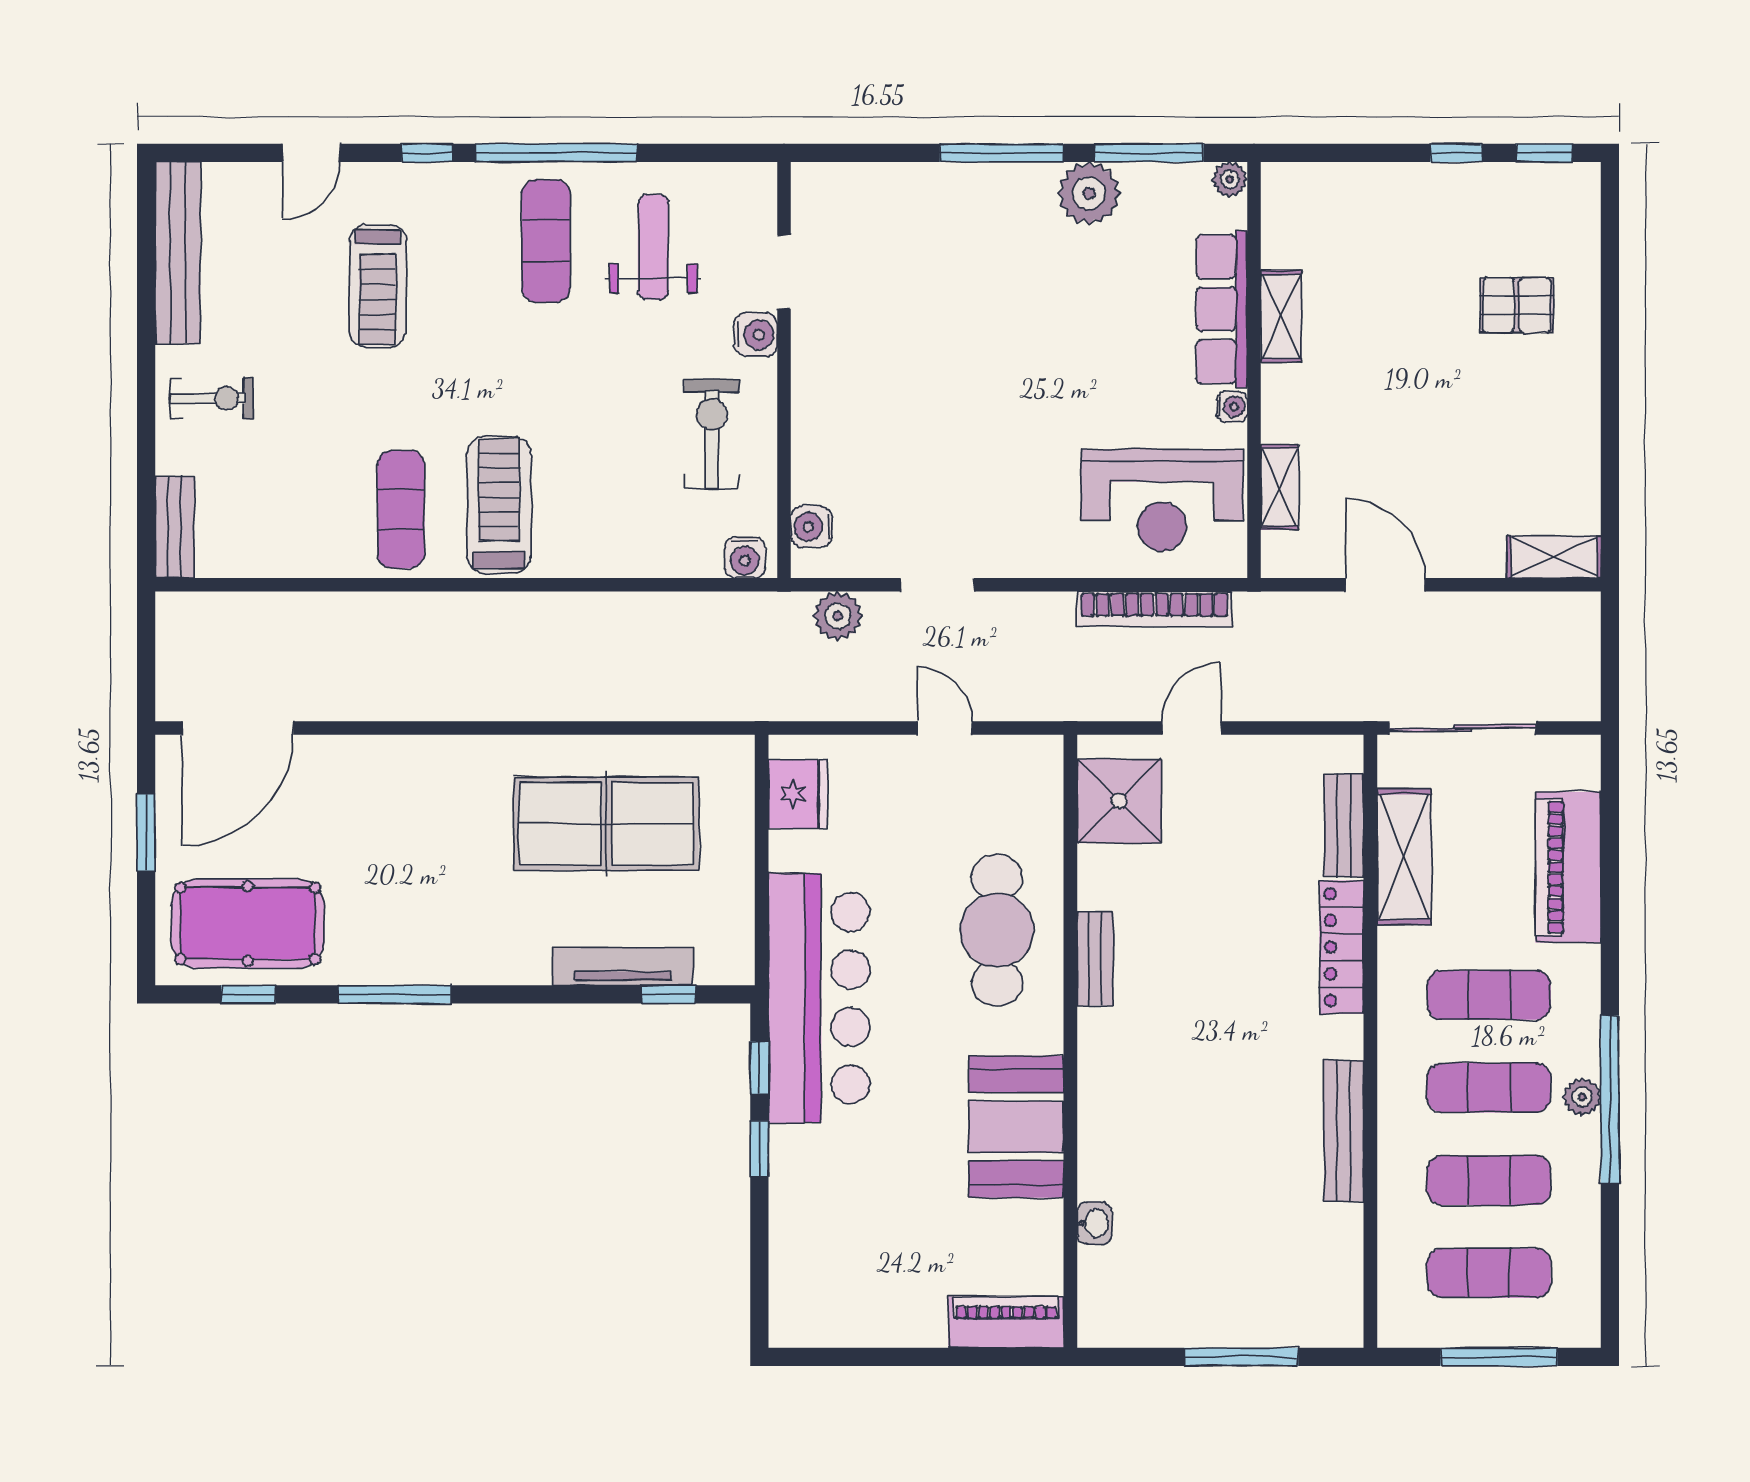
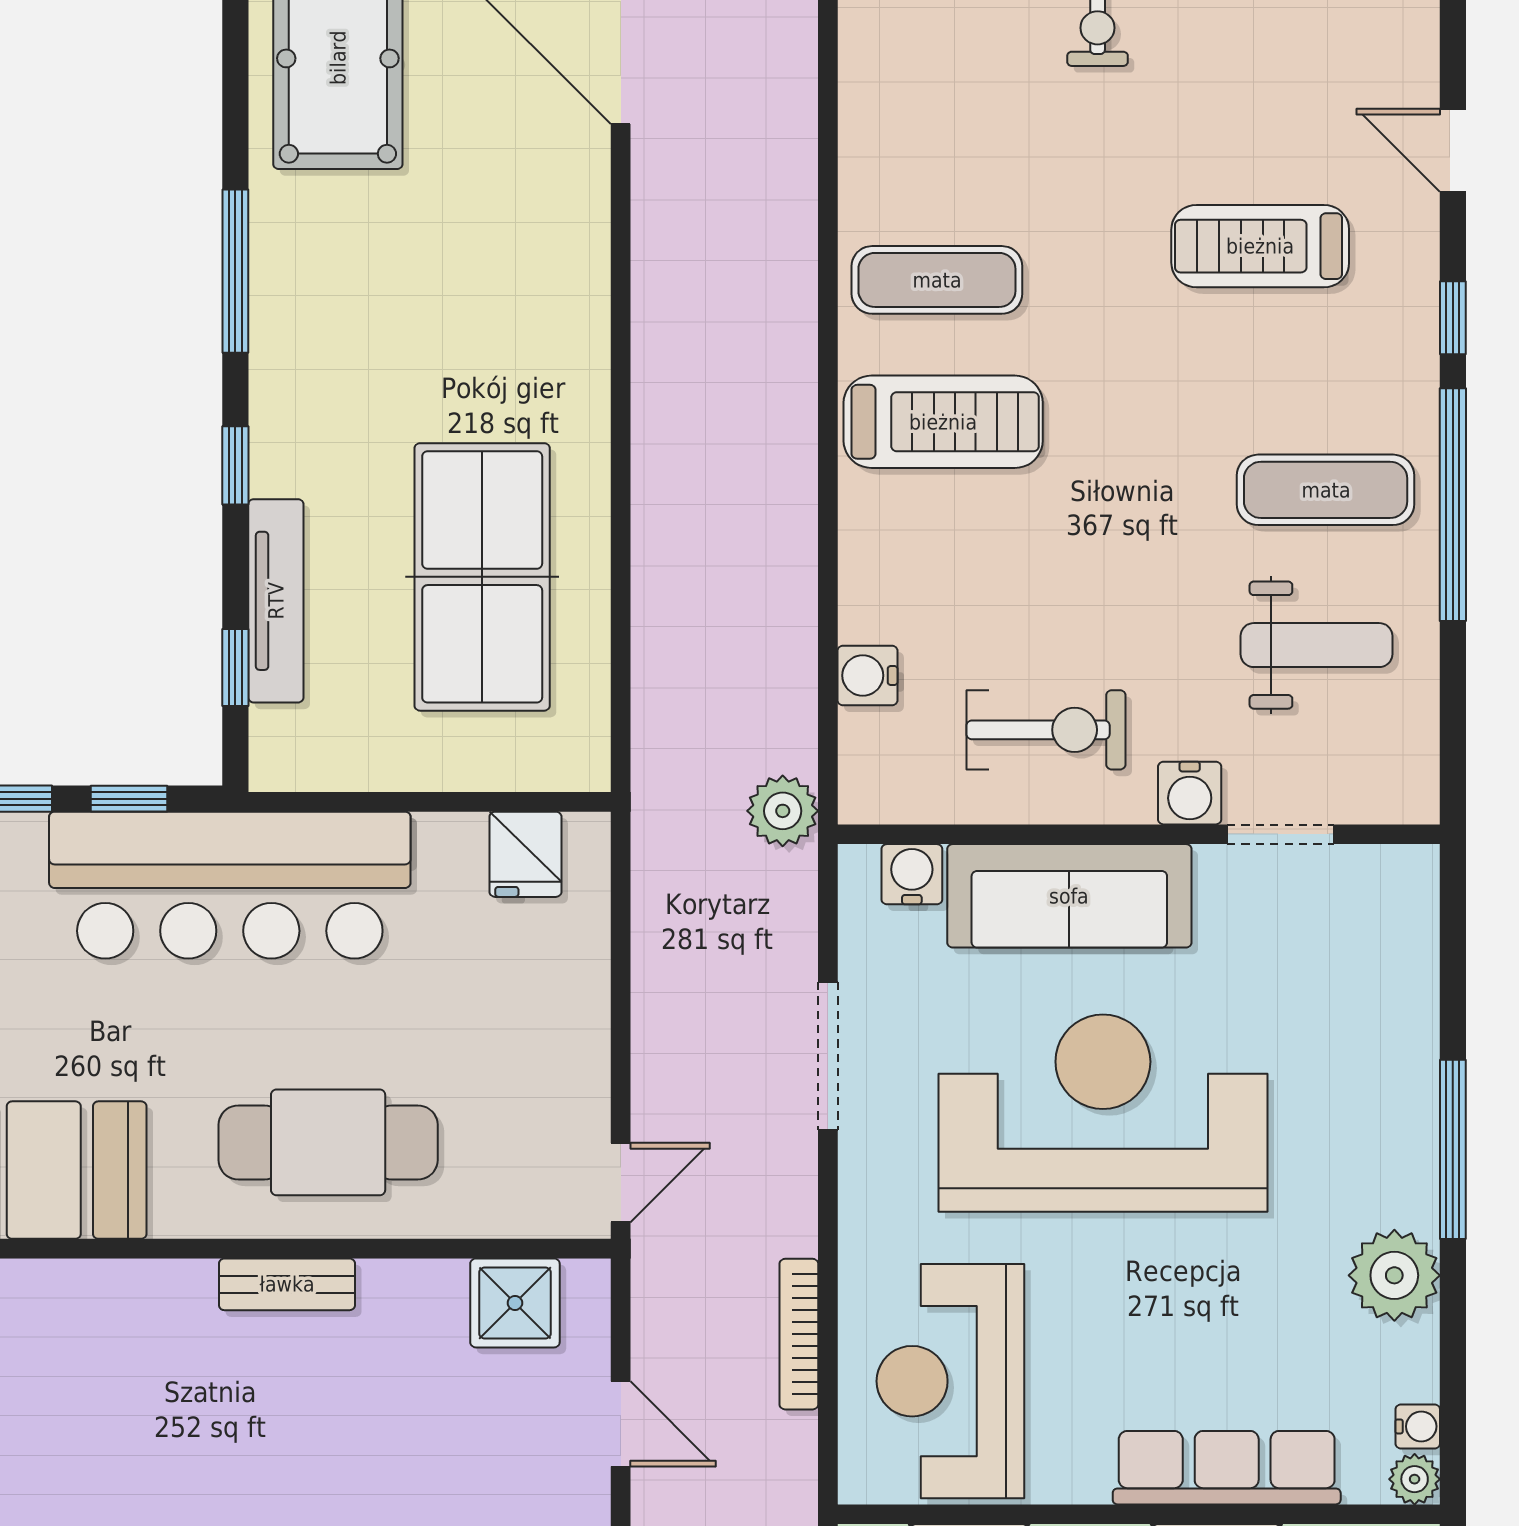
window: (1149, 153) -> (1453, 1362), removed
reception desk: (977, 395) -> (1103, 1113), added
water cooler: (1232, 407) -> (1418, 1426), moved, turned -90
sofa: (827, 418) -> (1069, 896), added
water cooler: (745, 557) -> (867, 675), moved
doorway: (937, 585) -> (828, 1056), width x1.38
bookcase: (1154, 609) -> (799, 1334), width x0.68, depth x0.76
plant: (838, 616) -> (783, 811), moved
door: (945, 728) -> (621, 1183), moved
fridge: (798, 794) -> (525, 854), width x0.72
shower: (1119, 801) -> (515, 1303), width x0.73, depth x0.73
window: (248, 994) -> (235, 465), moved

